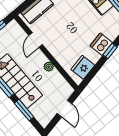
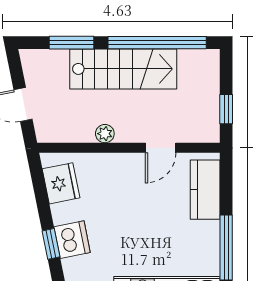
door: (36, 40) -> (161, 148), swing flipped

